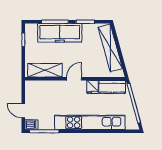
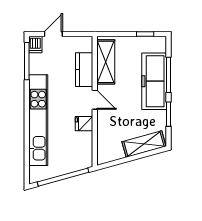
shelving: (110, 48) -> (144, 144), width x0.68
kitchen counter: (112, 87) -> (84, 70), moved

